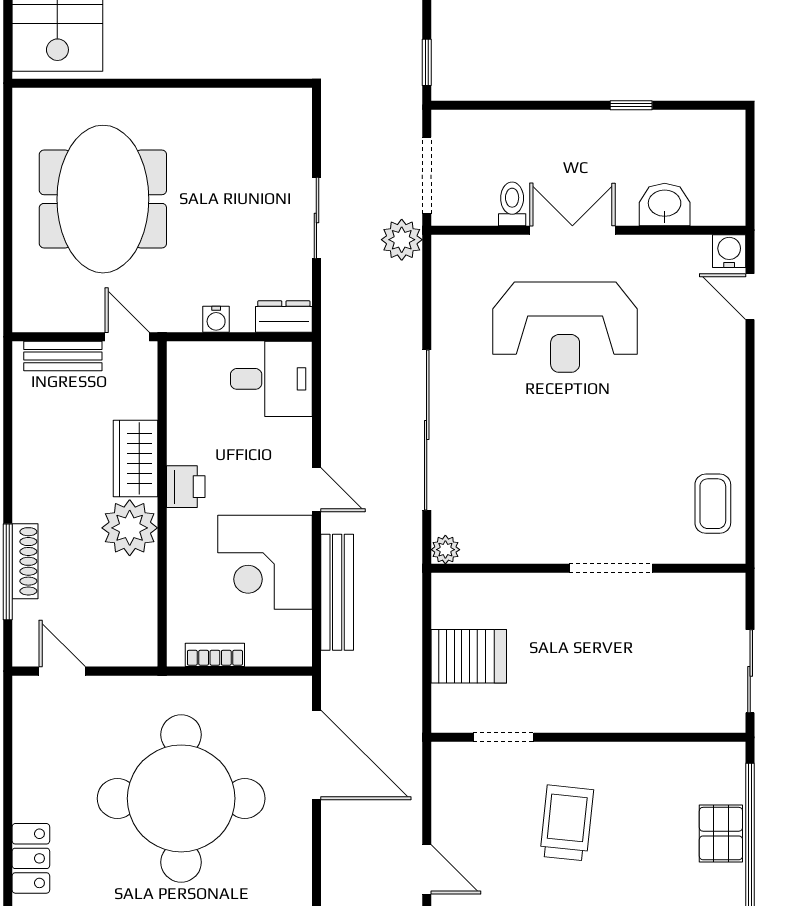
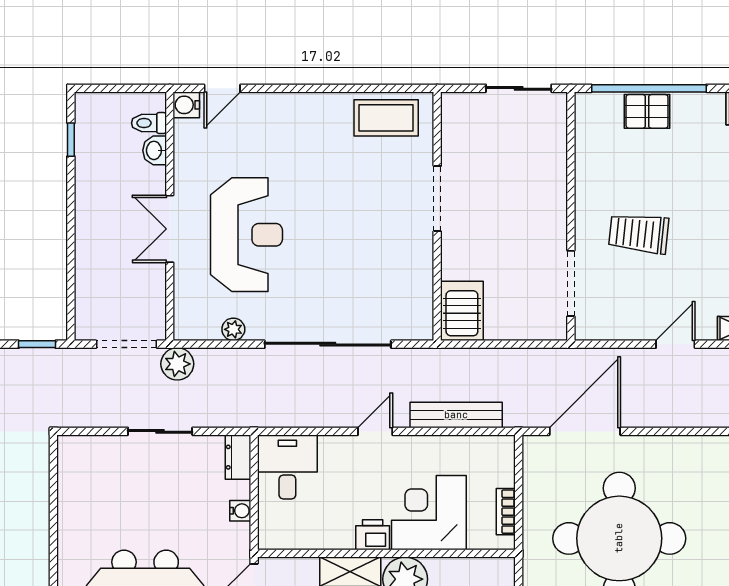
window: (631, 105) -> (71, 140), moved
toilet: (512, 204) -> (149, 123), moved
washbasin: (665, 204) -> (155, 150), width x0.72, depth x0.69
coffee table: (713, 504) -> (386, 118), width x1.36, depth x1.30
plant: (445, 550) -> (233, 329), moved
corner desk: (265, 562) -> (429, 513), moved, turned 180
server rack: (469, 656) -> (462, 311), moved
doorway: (503, 737) -> (571, 283), width x1.38

